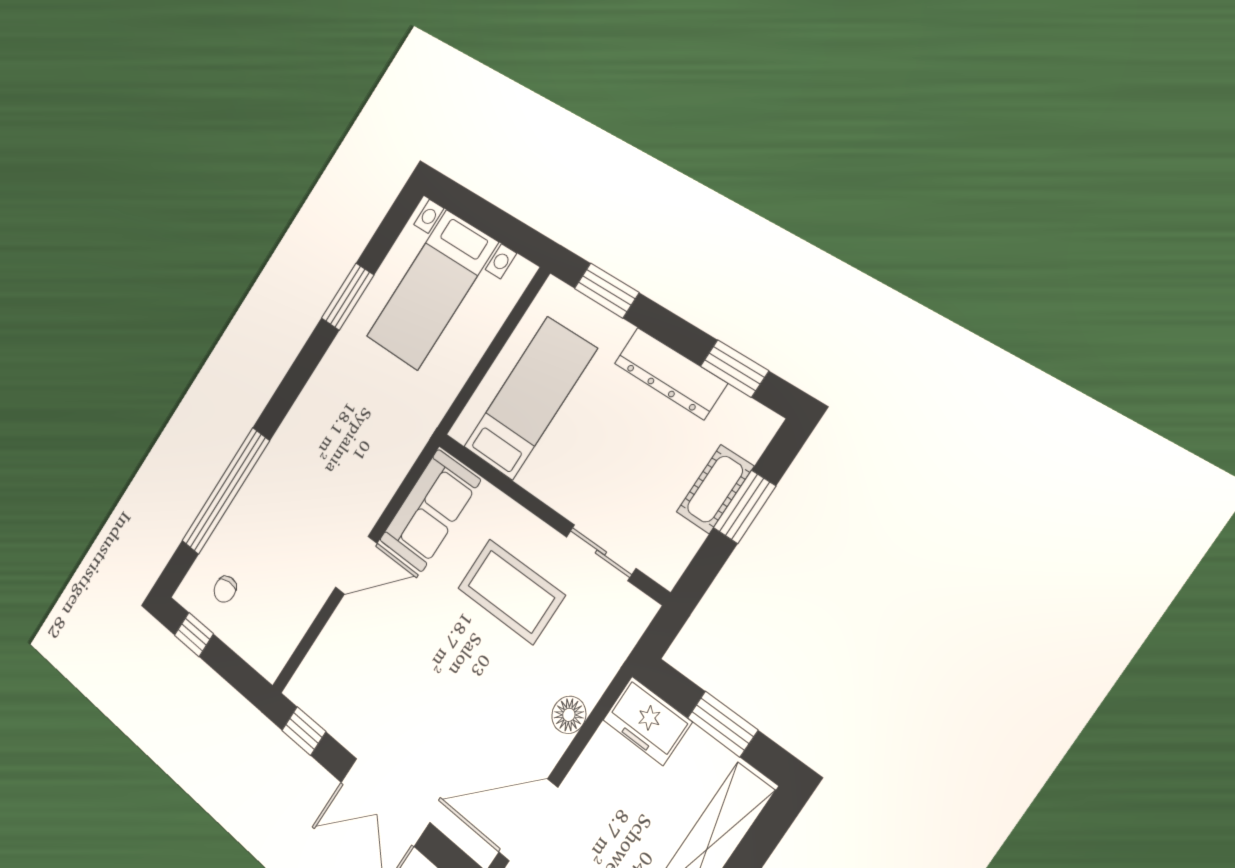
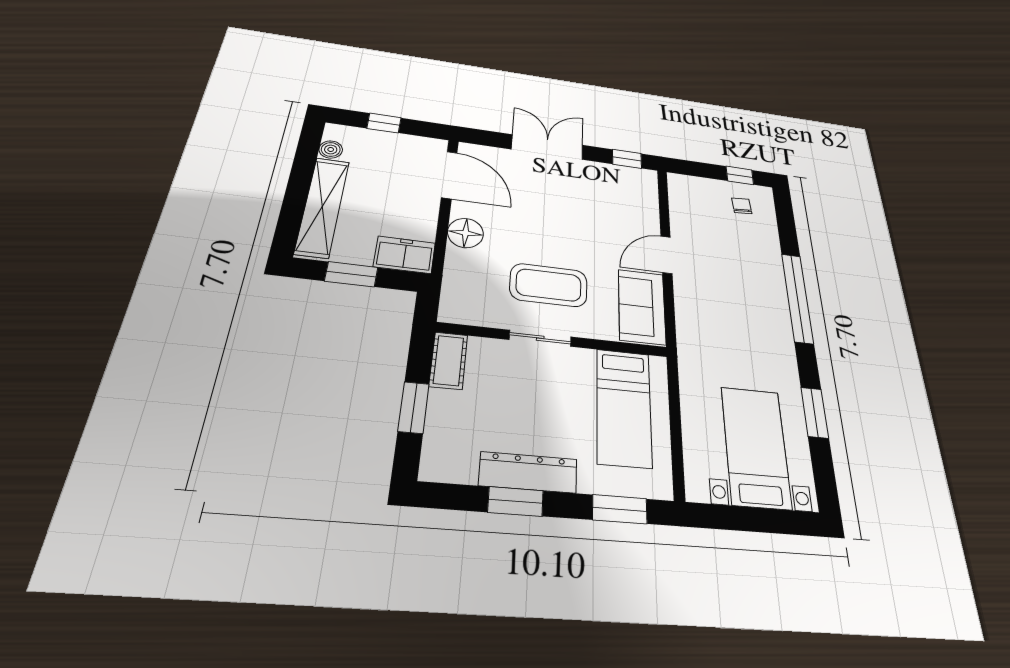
window: (734, 368) -> (516, 501), moved
cot: (715, 489) -> (449, 361), moved
window: (226, 491) -> (797, 298), moved
sliding door: (601, 553) -> (540, 338), moved
floor lamp: (569, 715) -> (465, 233), width x1.38, depth x1.38
door: (528, 820) -> (449, 175), hinge flipped

